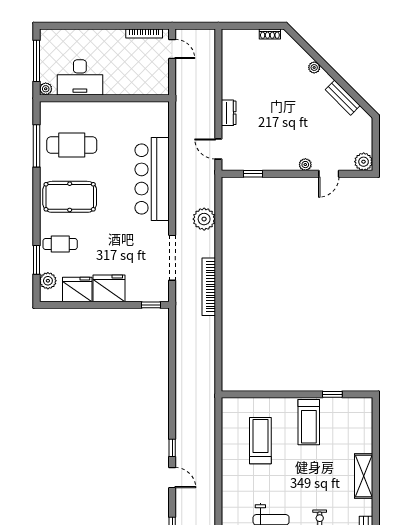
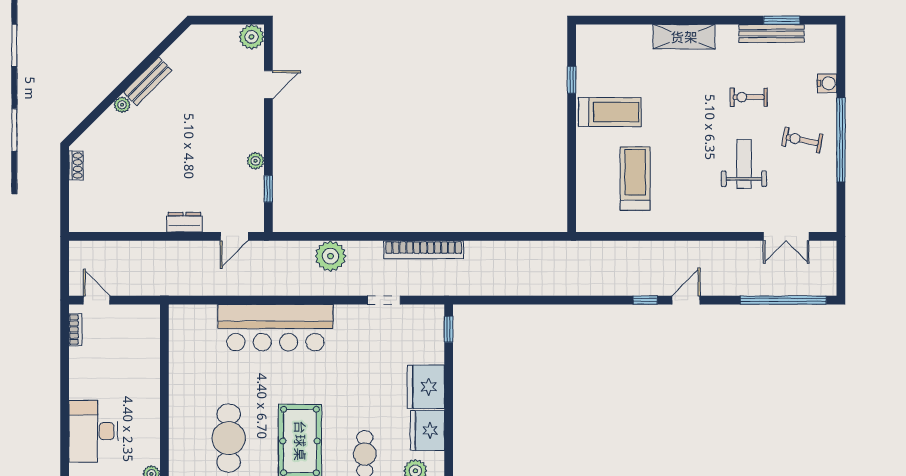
bookcase: (144, 34) -> (75, 330), width x0.64
door: (172, 49) -> (97, 300), hinge flipped
desk: (80, 77) -> (93, 431), moved, turned 180
bench: (343, 98) -> (148, 81), moved
plant: (305, 165) -> (256, 161), moved
door: (329, 174) -> (268, 85), hinge flipped
doorway: (172, 258) -> (384, 300), width x0.53
treadmill: (260, 441) -> (635, 179), turned 90

